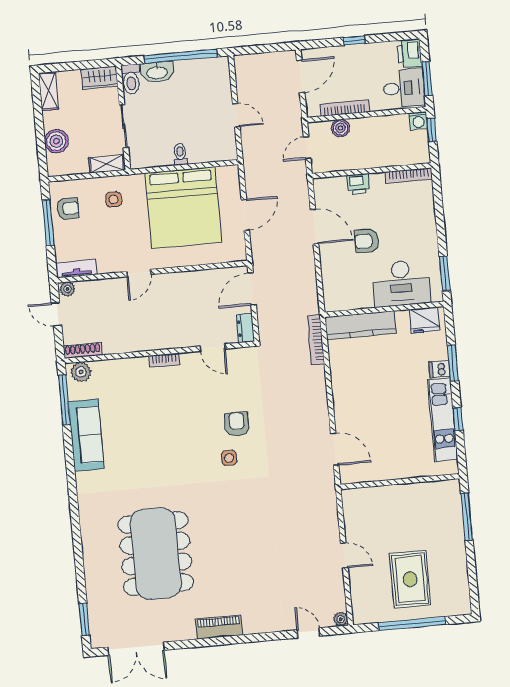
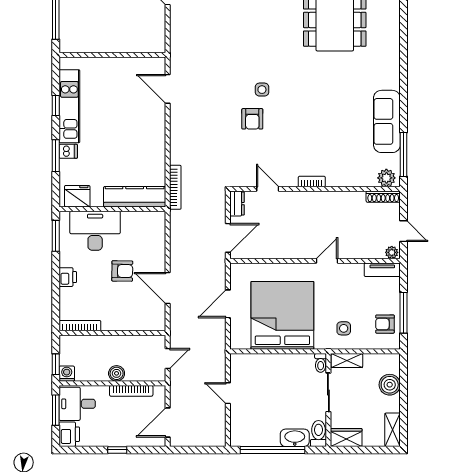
boiler: (340, 128) -> (117, 373), moved
toilet: (180, 154) -> (321, 363), moved
printer: (359, 184) -> (68, 277), moved, turned 90

